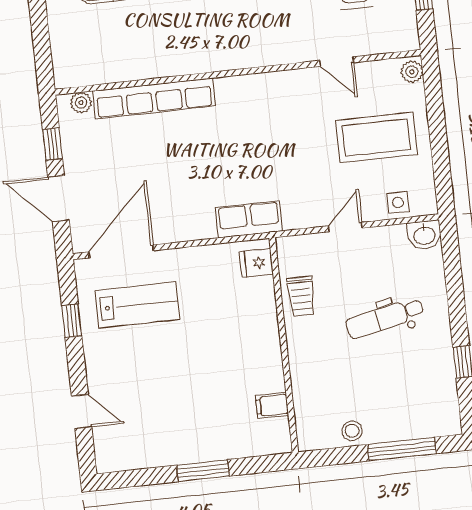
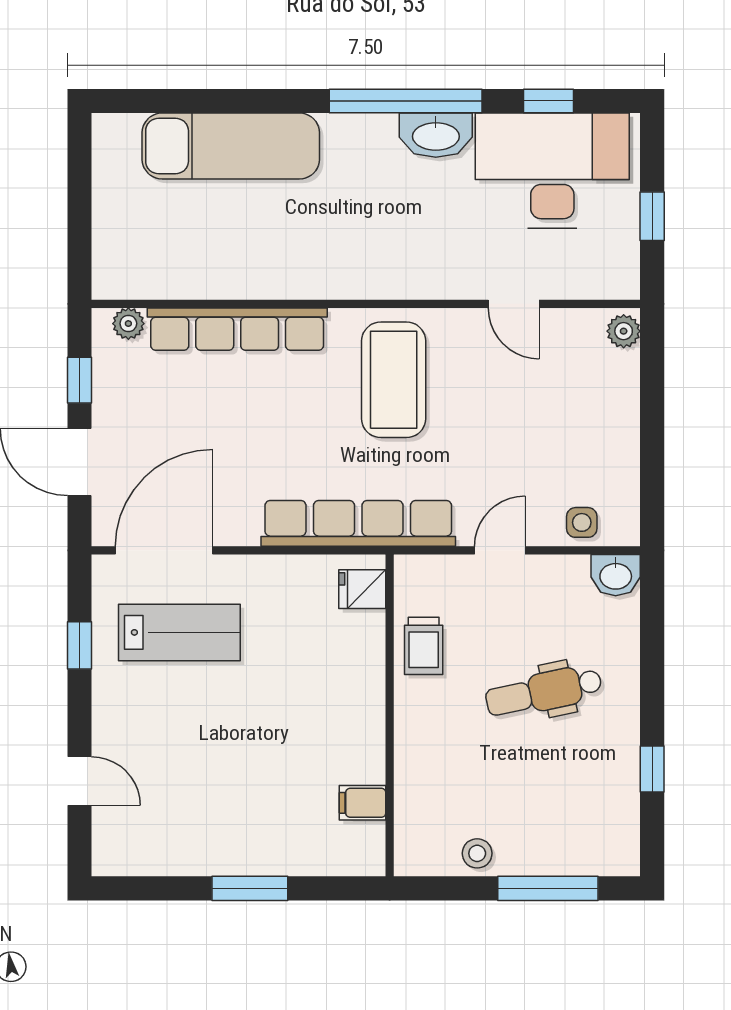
coffee table: (376, 137) -> (394, 380), moved, turned 90
row of seats: (249, 219) -> (358, 523), width x2.02

